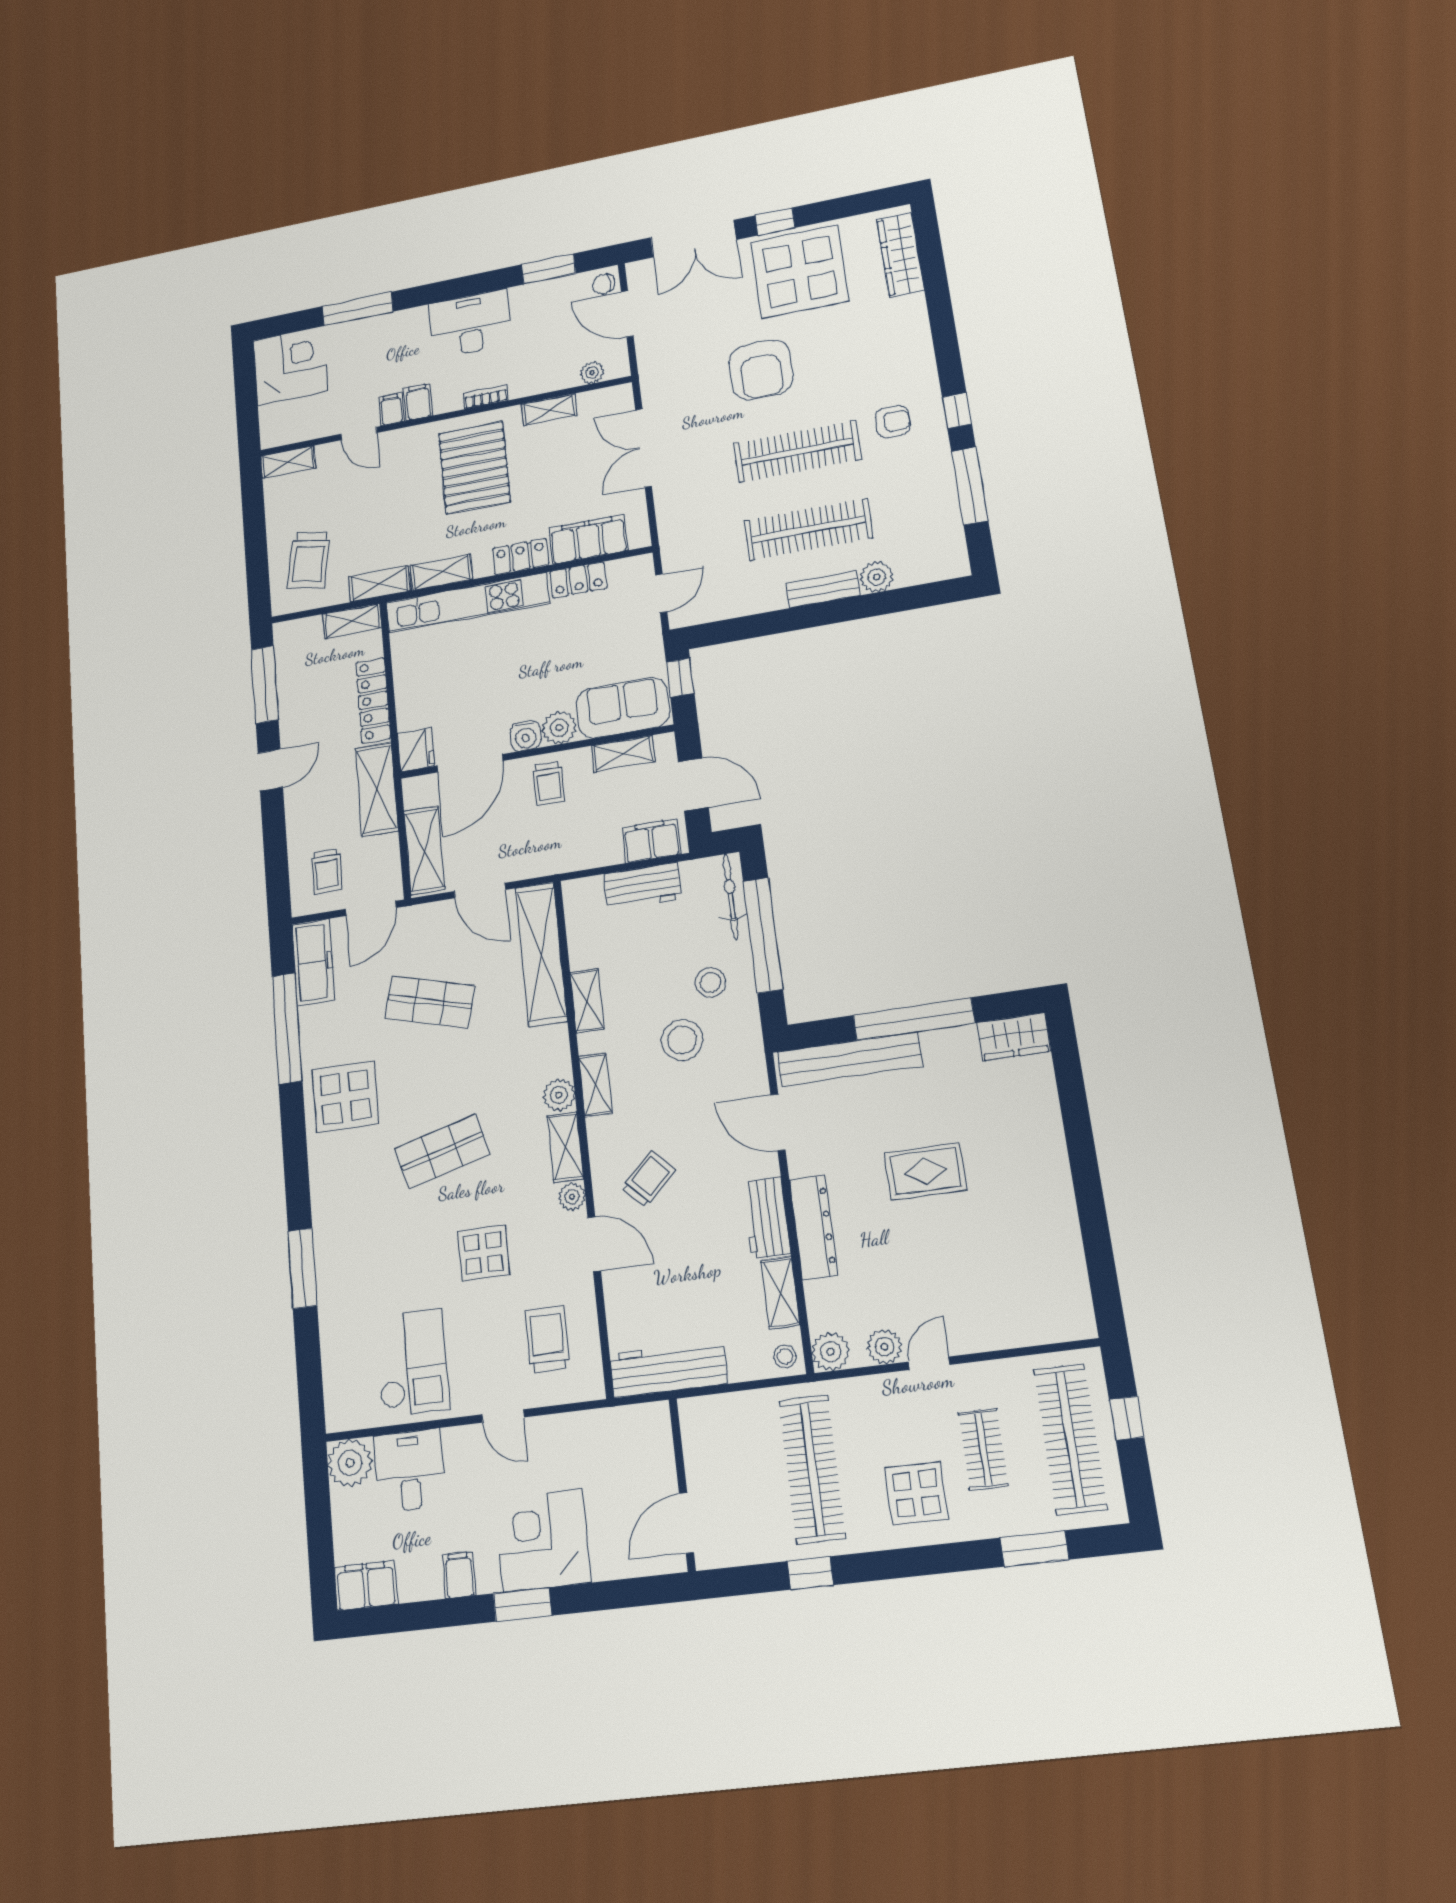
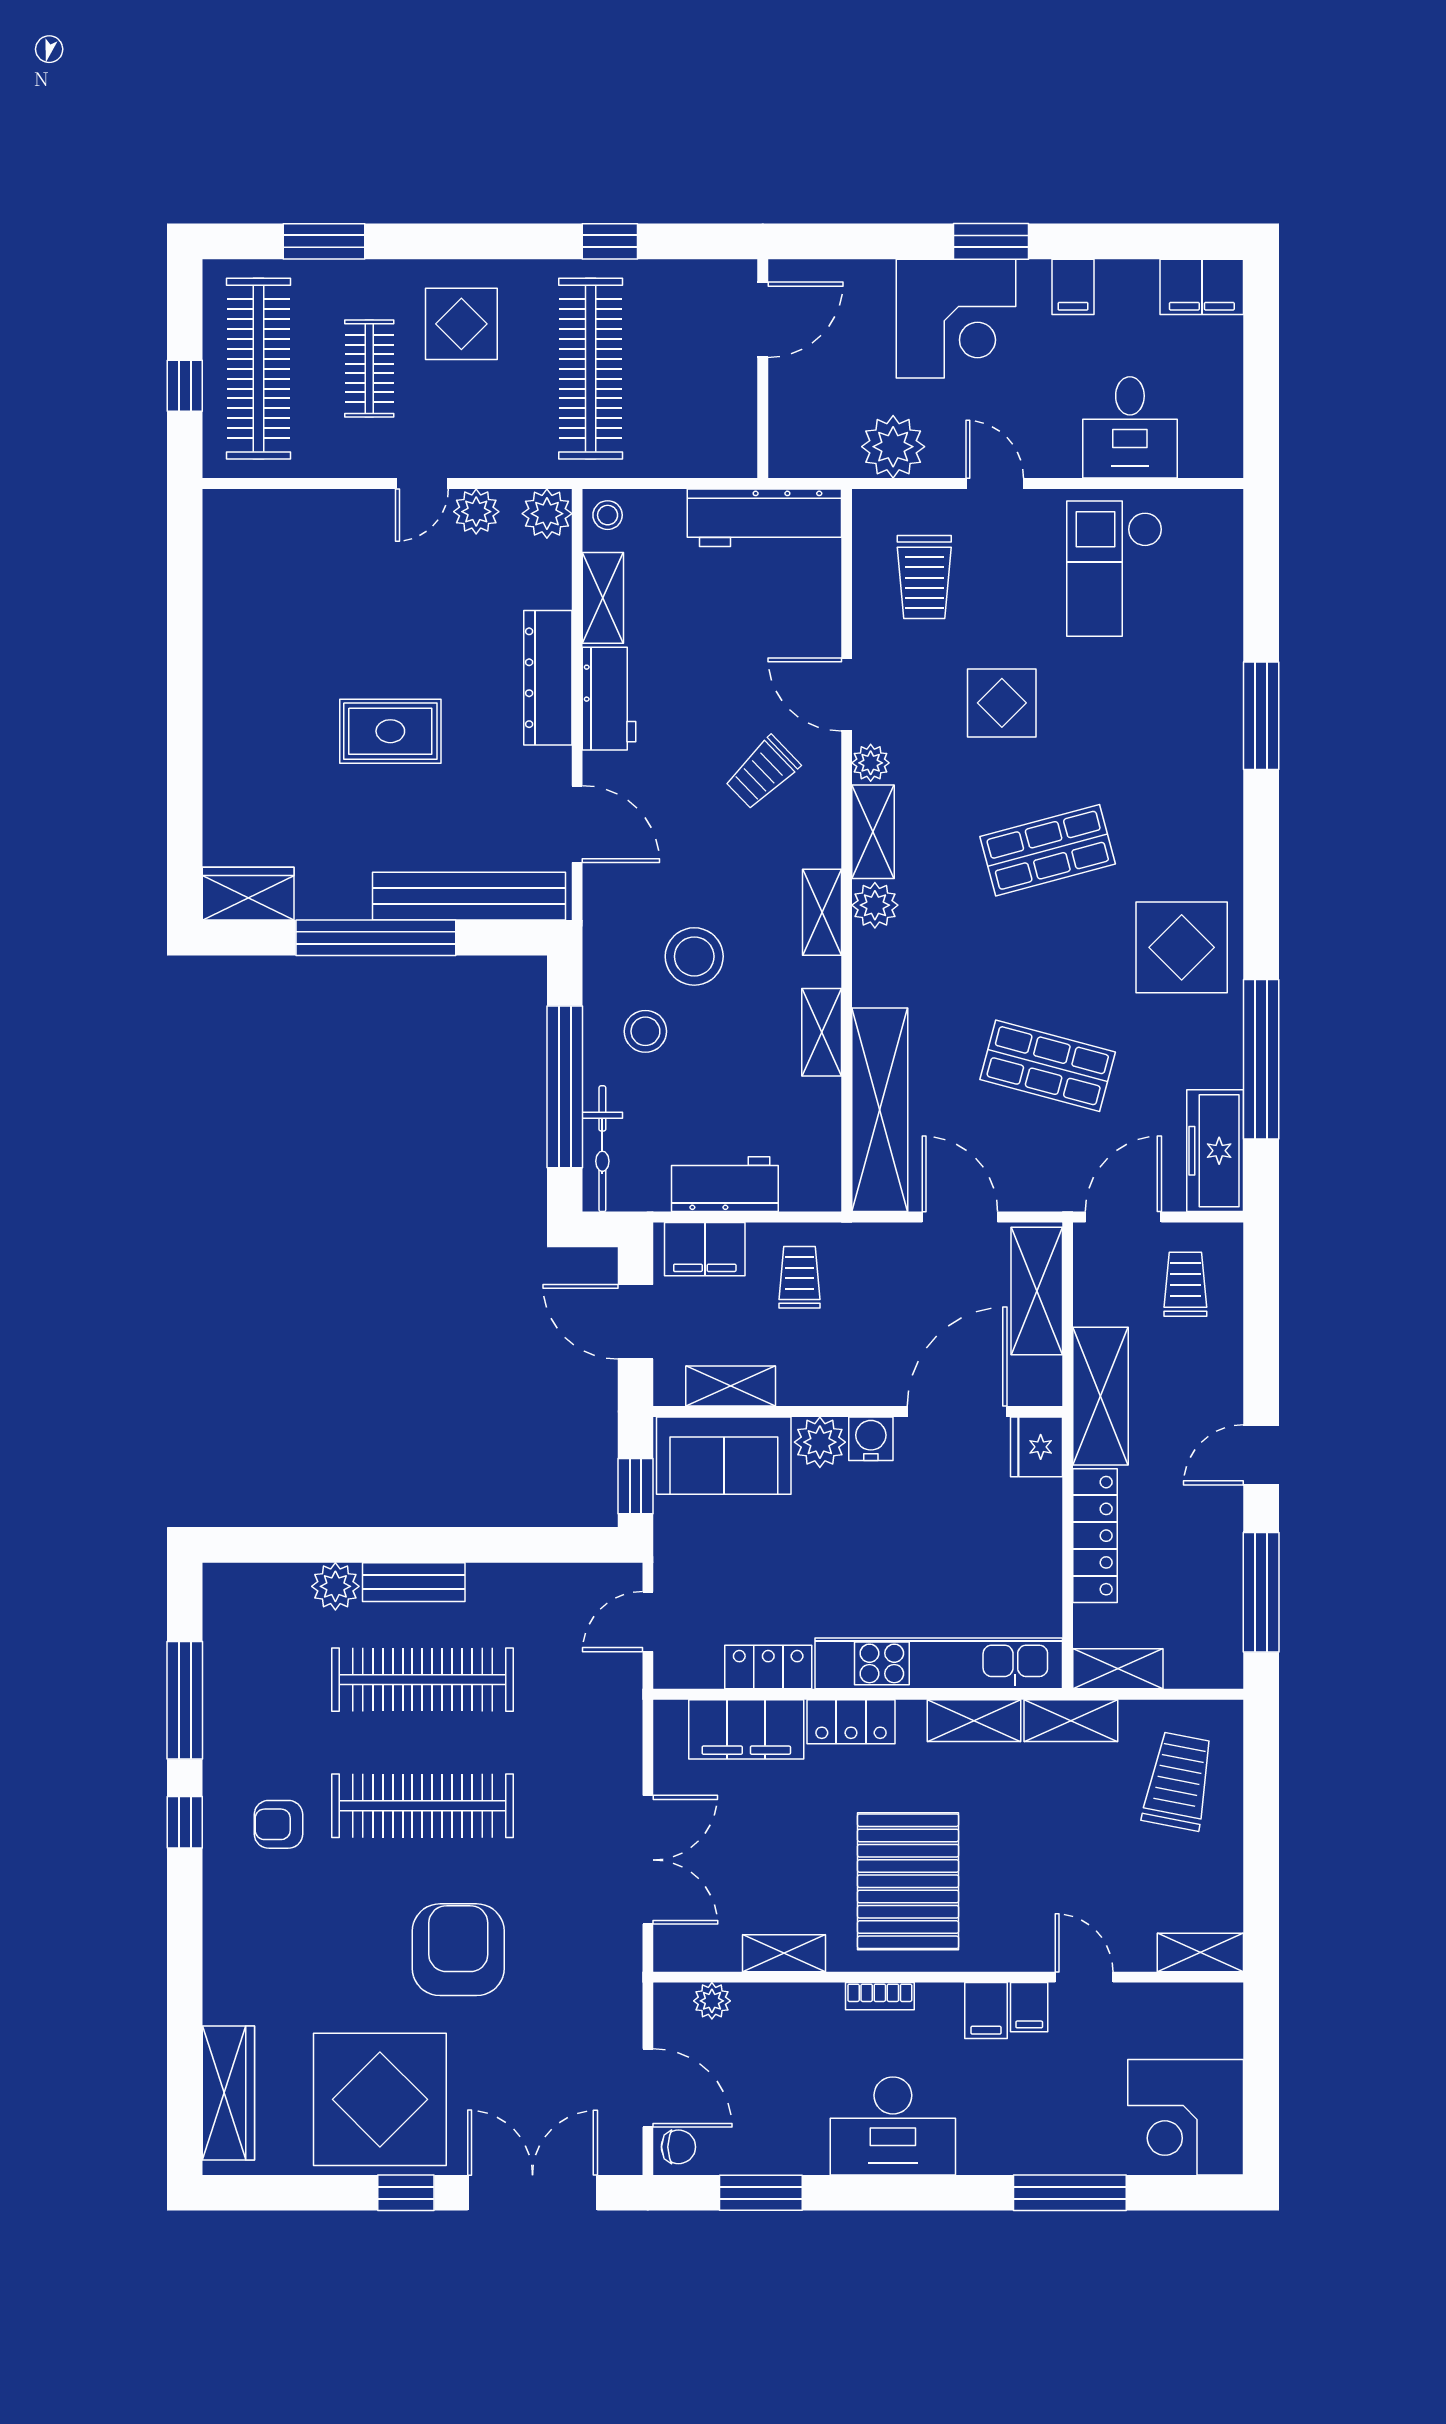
trolley: (549, 784) -> (800, 1277), moved
plant: (350, 1463) -> (893, 447), moved

